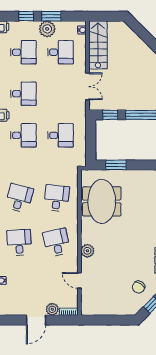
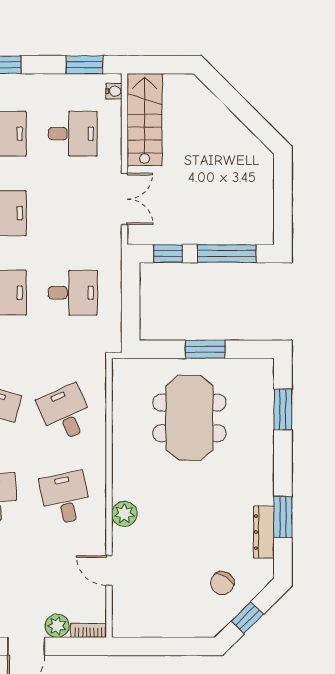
window: (51, 16) -> (84, 65), moved
plant: (47, 29) -> (47, 89), removed
window: (116, 165) -> (205, 349), moved
desk: (57, 198) -> (65, 413), turned -30
meeting table: (102, 201) -> (189, 418), moved

